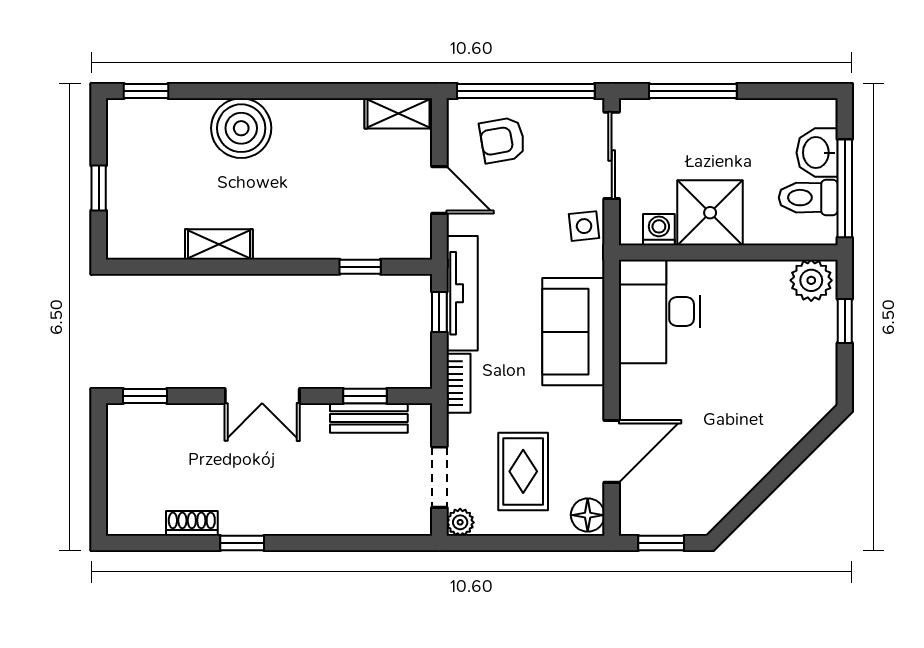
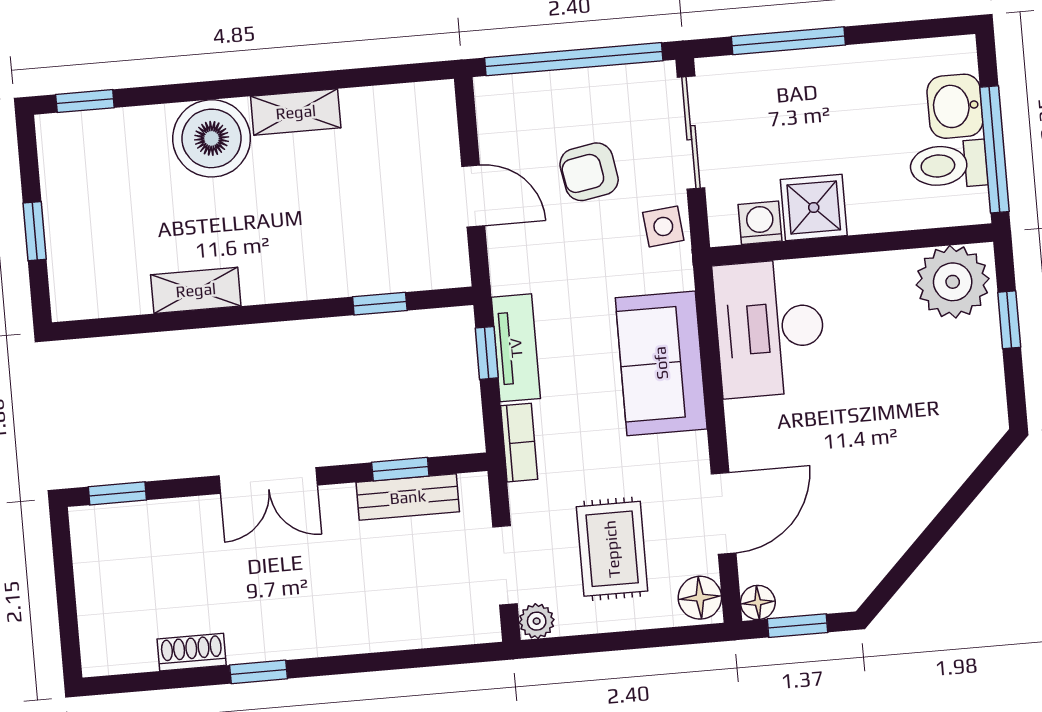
shelving: (398, 113) -> (296, 112), moved
armchair: (502, 140) -> (589, 172), moved
shower: (710, 213) -> (814, 207), width x0.73, depth x0.73
plant: (811, 280) -> (953, 282), width x1.36, depth x1.36
tv unit: (462, 293) -> (516, 348), width x0.71
floor lamp: (632, 523) -> (758, 602), added

